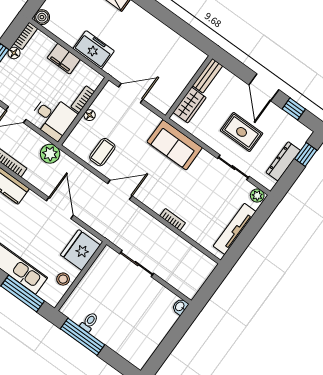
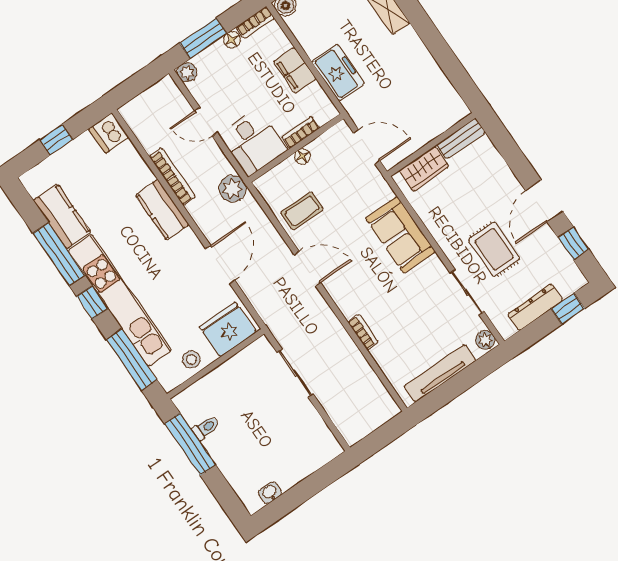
bench: (207, 76) -> (461, 139), moved
wall: (189, 87) -> (431, 145), moved
wardrobe: (190, 105) -> (424, 169), moved
washbasin: (180, 307) -> (270, 493), moved

